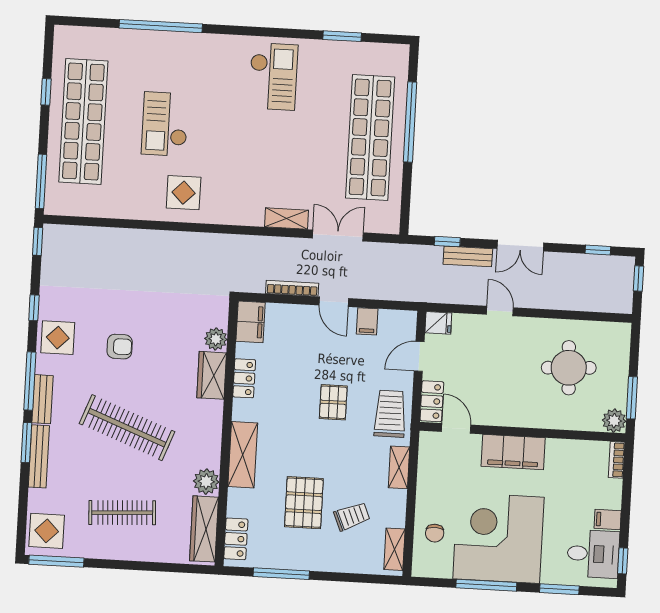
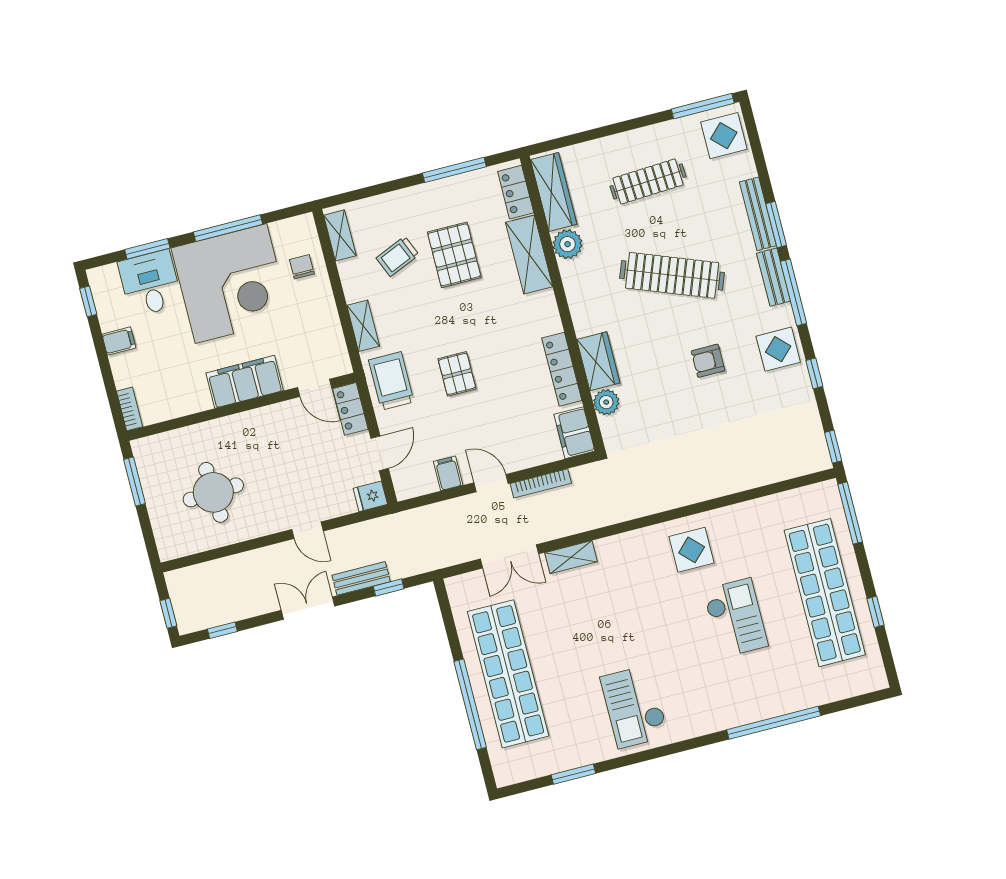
locker: (244, 378) -> (562, 369), width x1.53
trolley: (390, 414) -> (391, 381), turned 180
plant: (614, 421) -> (146, 451), removed
shelving: (243, 455) -> (529, 254), moved
desk: (593, 554) -> (150, 283), moved, turned 90

